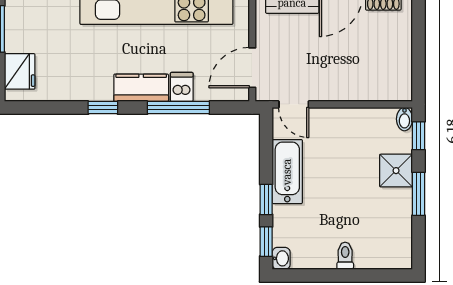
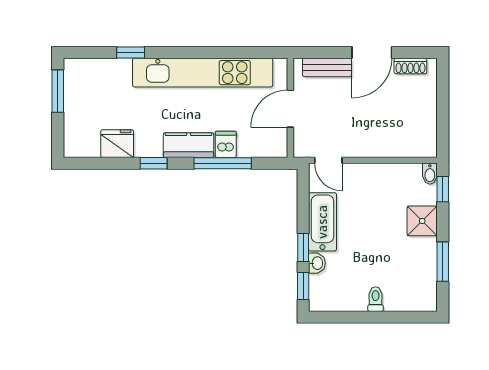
door: (252, 68) -> (290, 109), moved
fridge: (20, 71) -> (117, 144), moved, turned -90
window: (419, 194) -> (443, 262), moved
washbasin: (281, 258) -> (317, 263), moved

